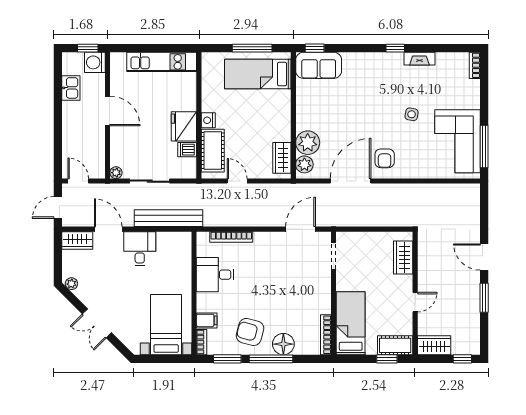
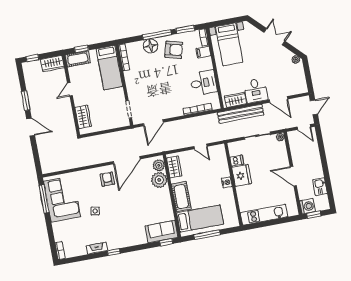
cot: (213, 151) -> (181, 197), moved
wardrobe: (77, 240) -> (235, 100), moved

